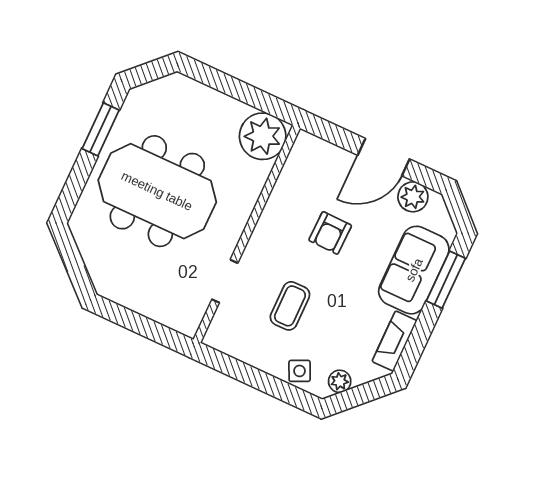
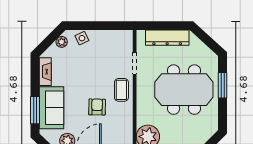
window: (101, 129) -> (223, 85), moved
dresser: (144, 300) -> (167, 38), added
coffee table: (290, 306) -> (121, 90), moved

